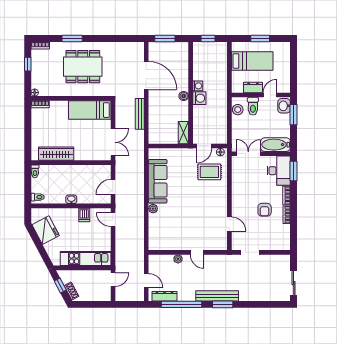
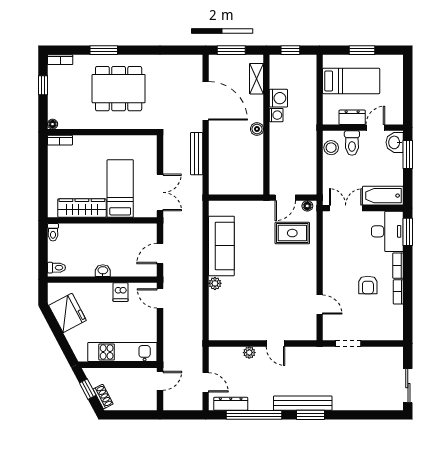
washing machine: (199, 98) -> (278, 98), moved
bed: (90, 110) -> (120, 188), moved, turned 90
shelving: (183, 133) -> (256, 79), moved

